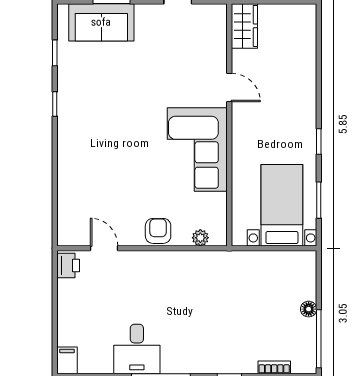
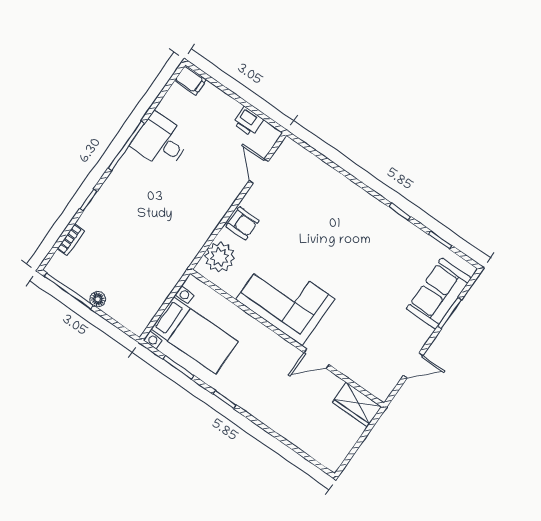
plant: (200, 238) -> (220, 257), width x1.88, depth x1.88
door: (104, 248) -> (259, 171), swing flipped
printer: (68, 265) -> (248, 122), moved

